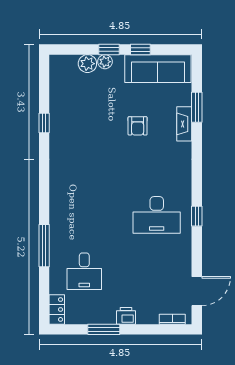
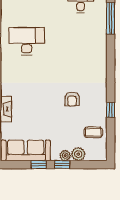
coffee table: (67, 93) -> (93, 132), added
armchair: (138, 126) -> (72, 99), moved, turned 180

